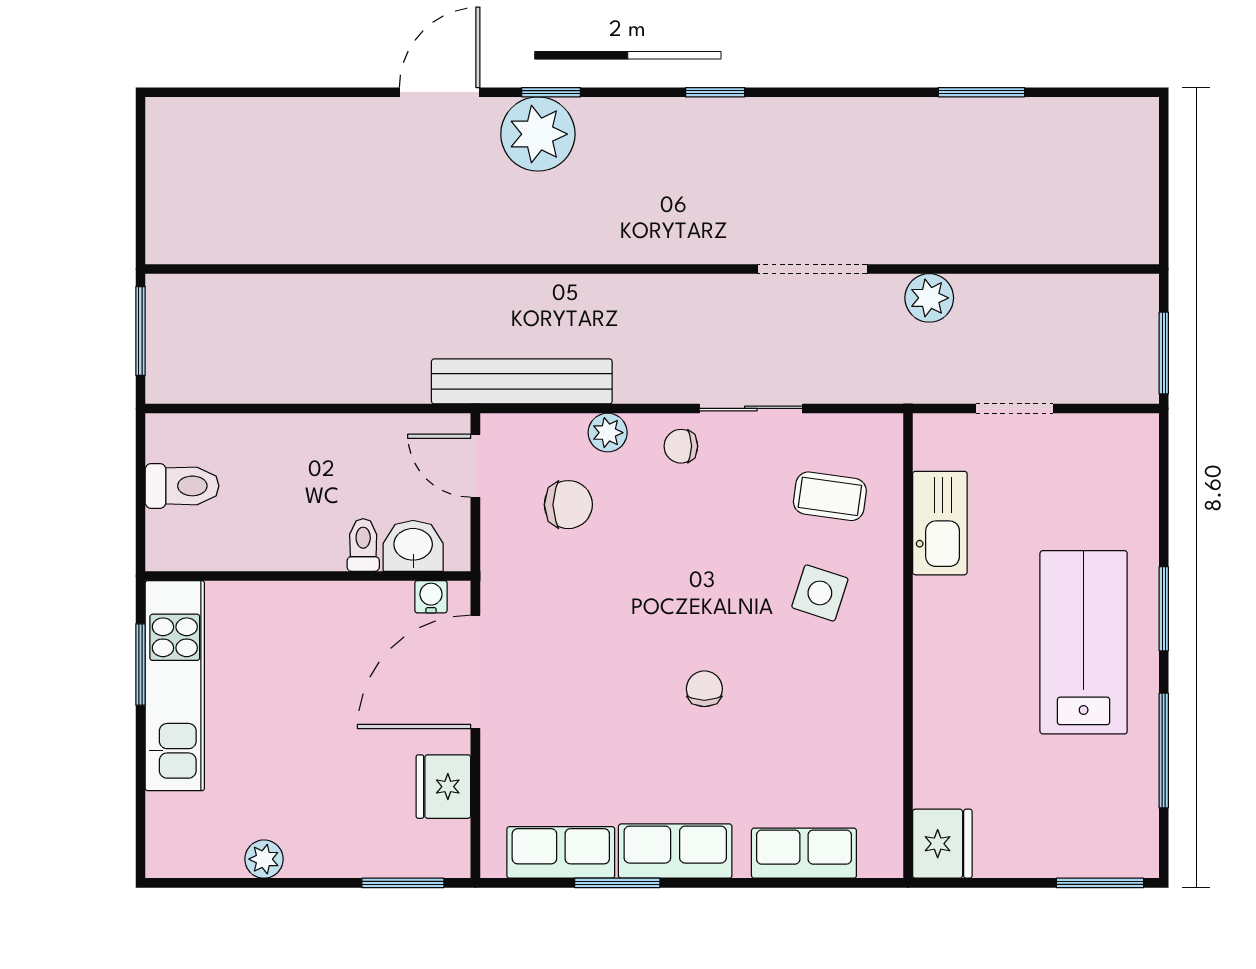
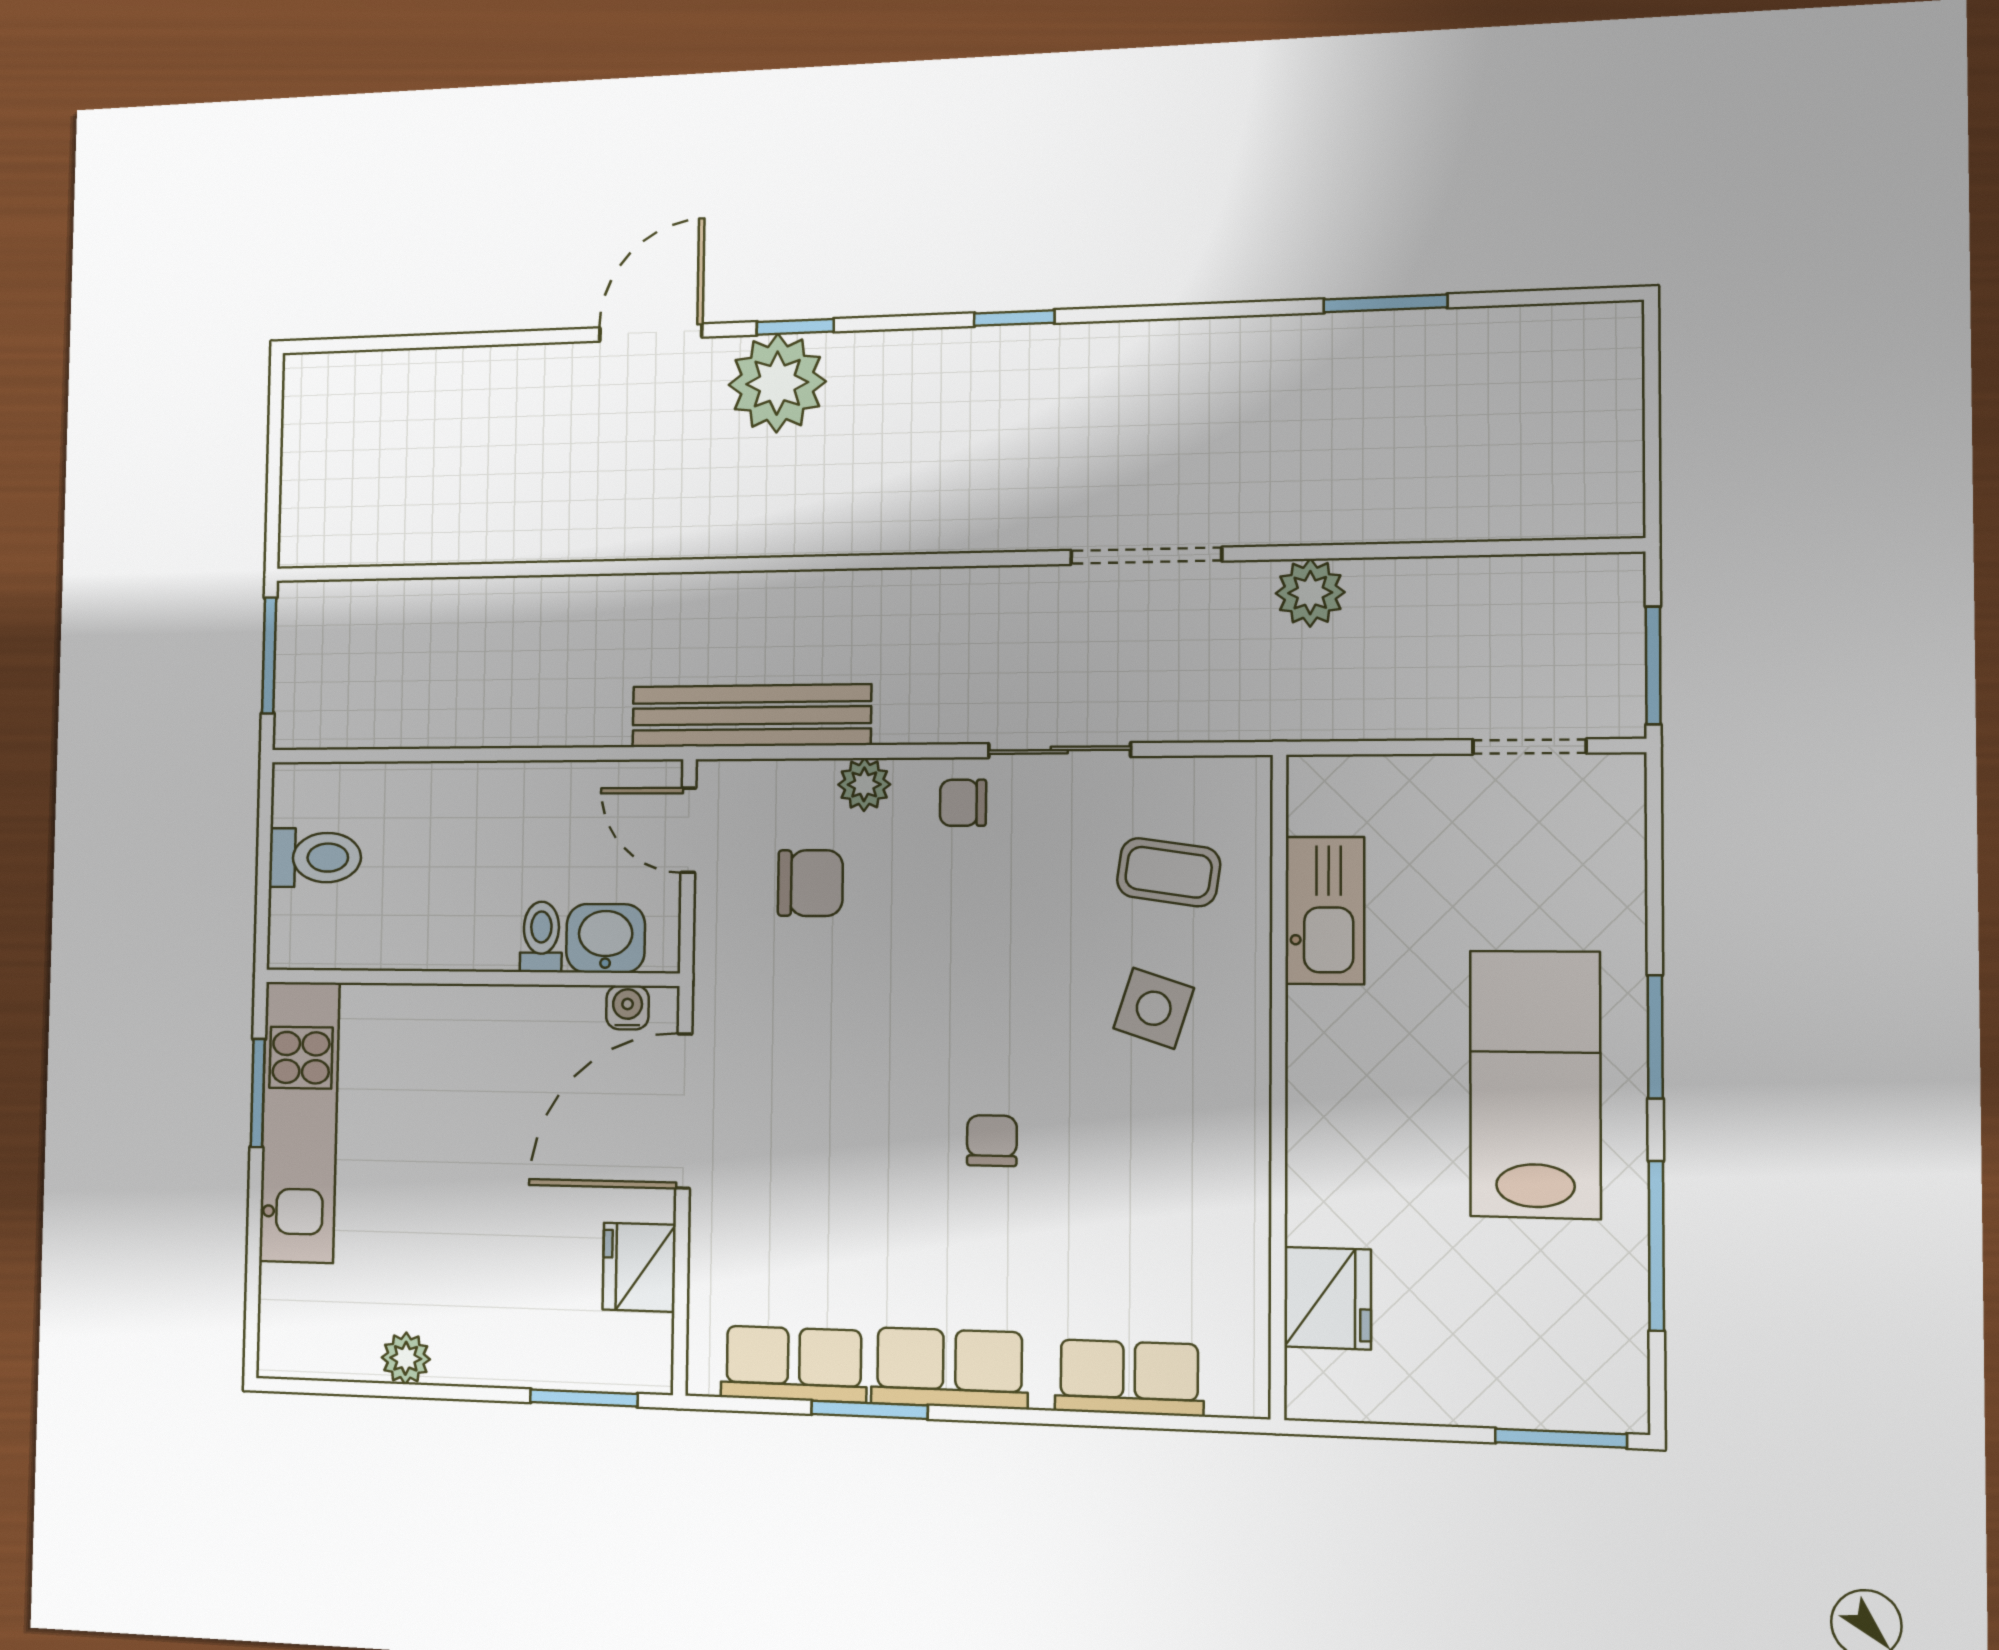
doorway: (1014, 408) -> (1529, 746), moved
fridge: (942, 844) -> (1328, 1298), moved

